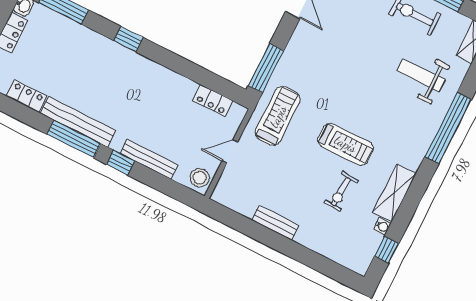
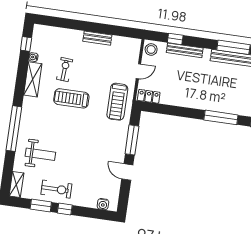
window: (128, 39) -> (221, 117), width x2.17
window: (266, 68) -> (132, 140), moved
locker: (213, 101) -> (149, 96), moved
window: (121, 163) -> (175, 39), moved

